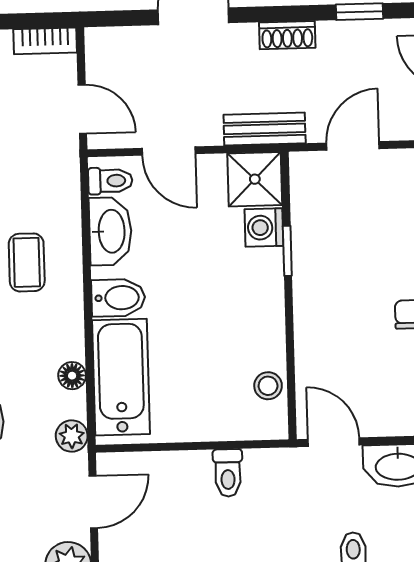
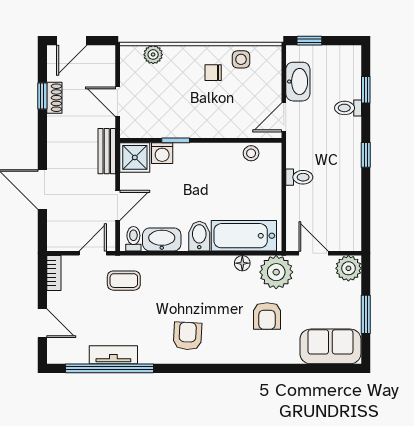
shoe rack: (287, 35) -> (54, 98), moved
coffee table: (27, 262) -> (124, 281), moved
plant: (72, 436) -> (276, 272), width x1.88, depth x1.88

